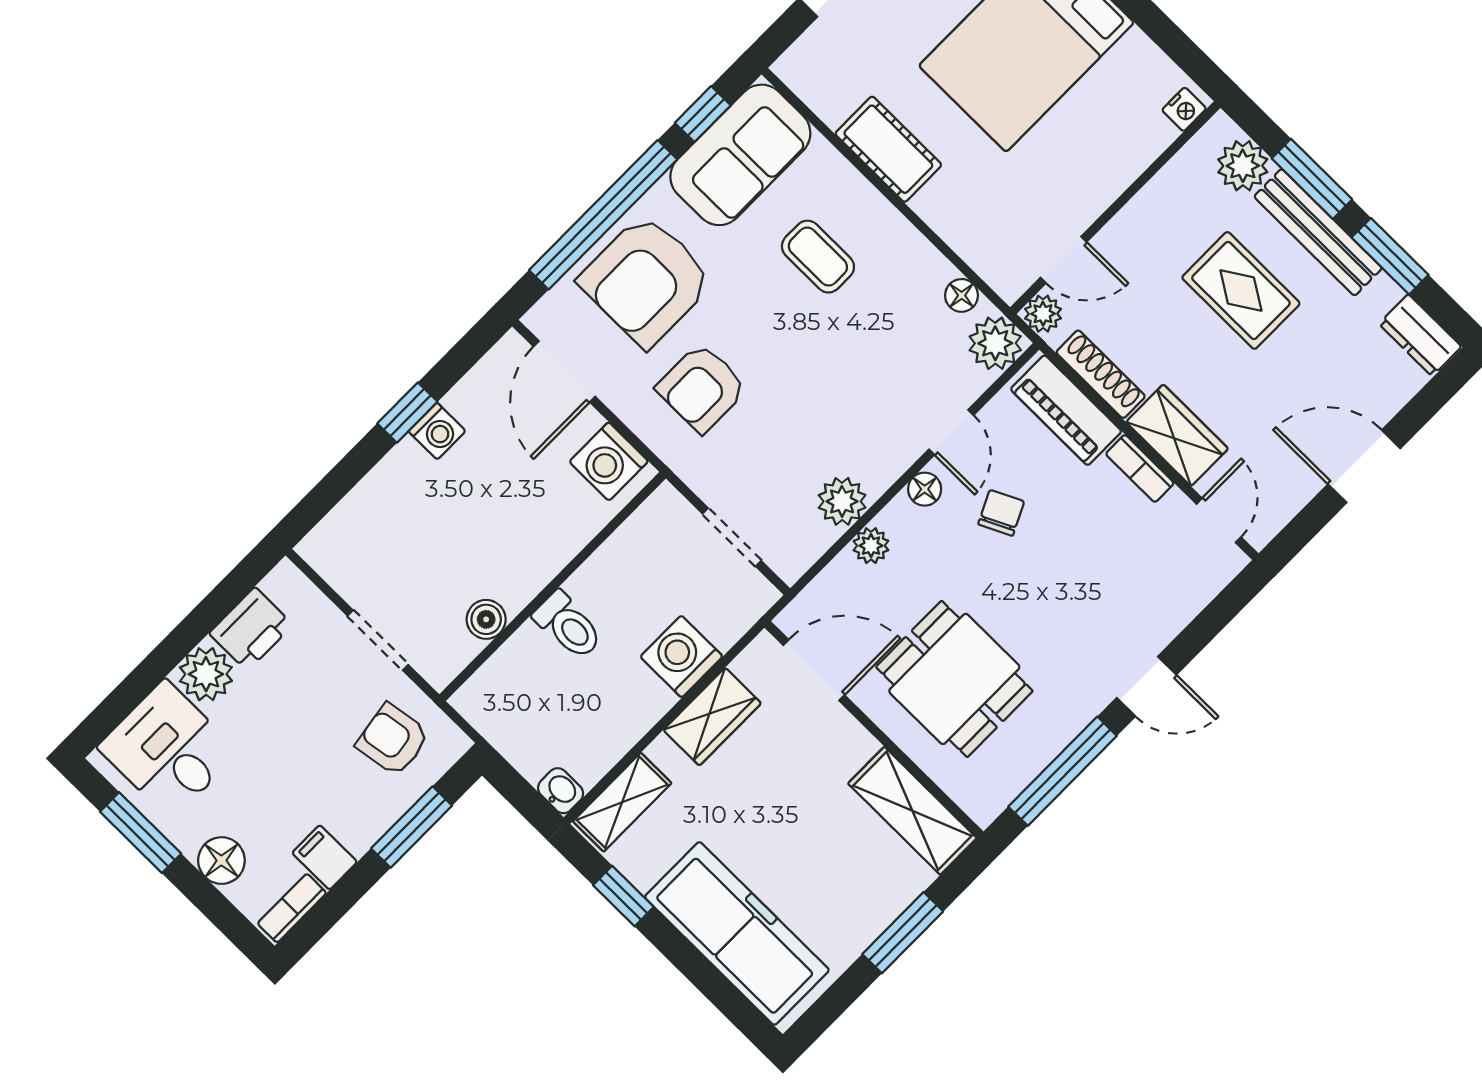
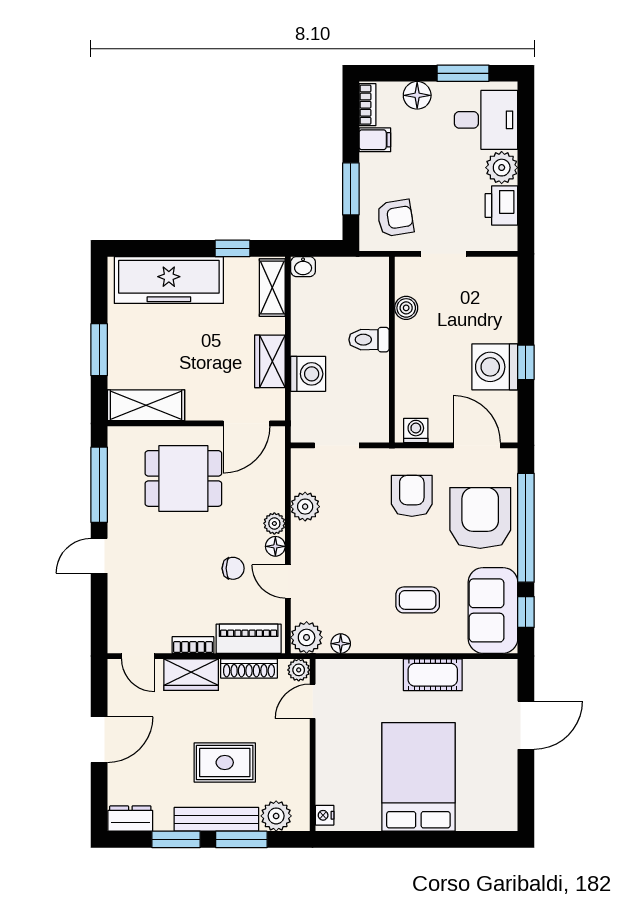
washing machine: (437, 431) -> (495, 367), width x1.89, depth x1.89
washing machine: (609, 461) -> (416, 430), width x0.73, depth x0.73
chair: (1001, 513) -> (233, 568), turned -64
plant: (871, 546) -> (274, 523), moved

